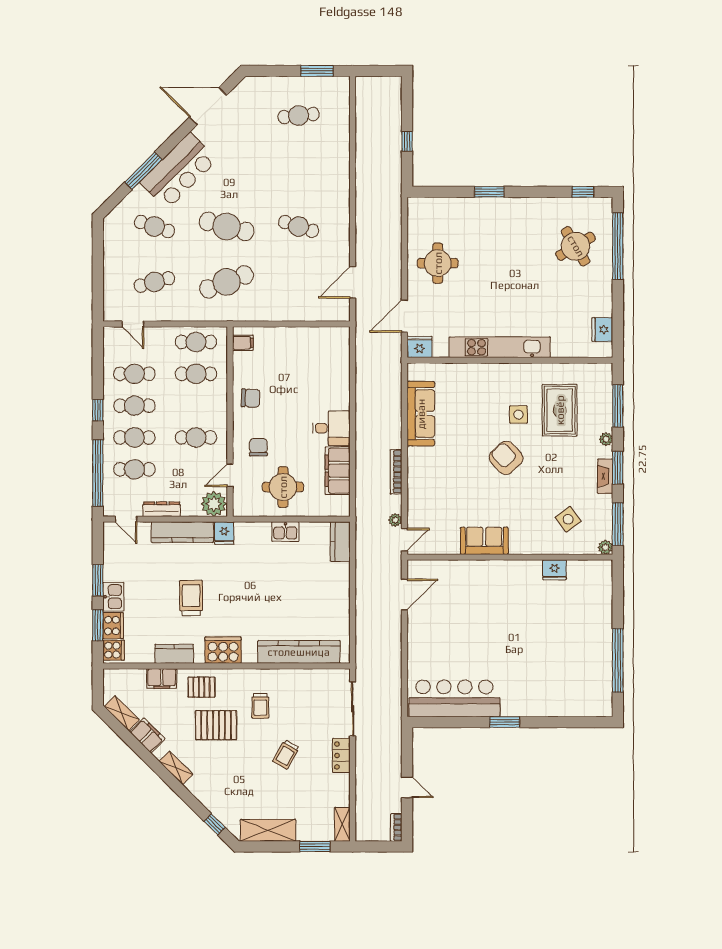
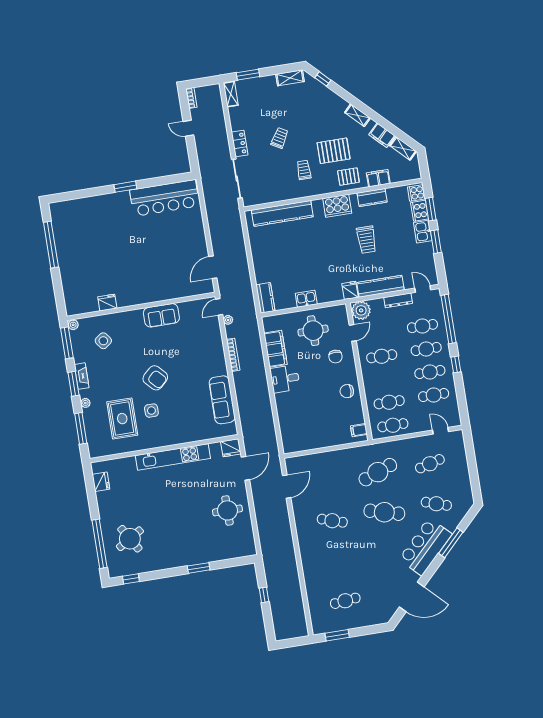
shelving: (268, 830) -> (290, 78), width x0.67, depth x0.75

